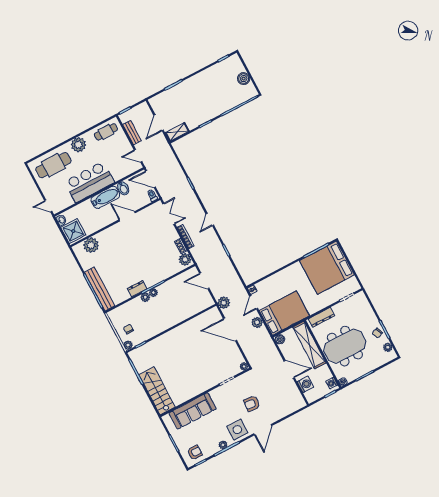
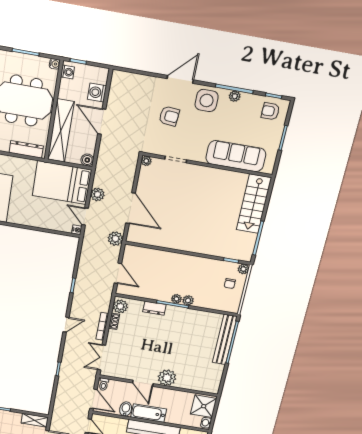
plant: (91, 245) -> (167, 378), moved
dresser: (137, 289) -> (154, 308), moved
door: (254, 302) -> (85, 217), swing flipped

